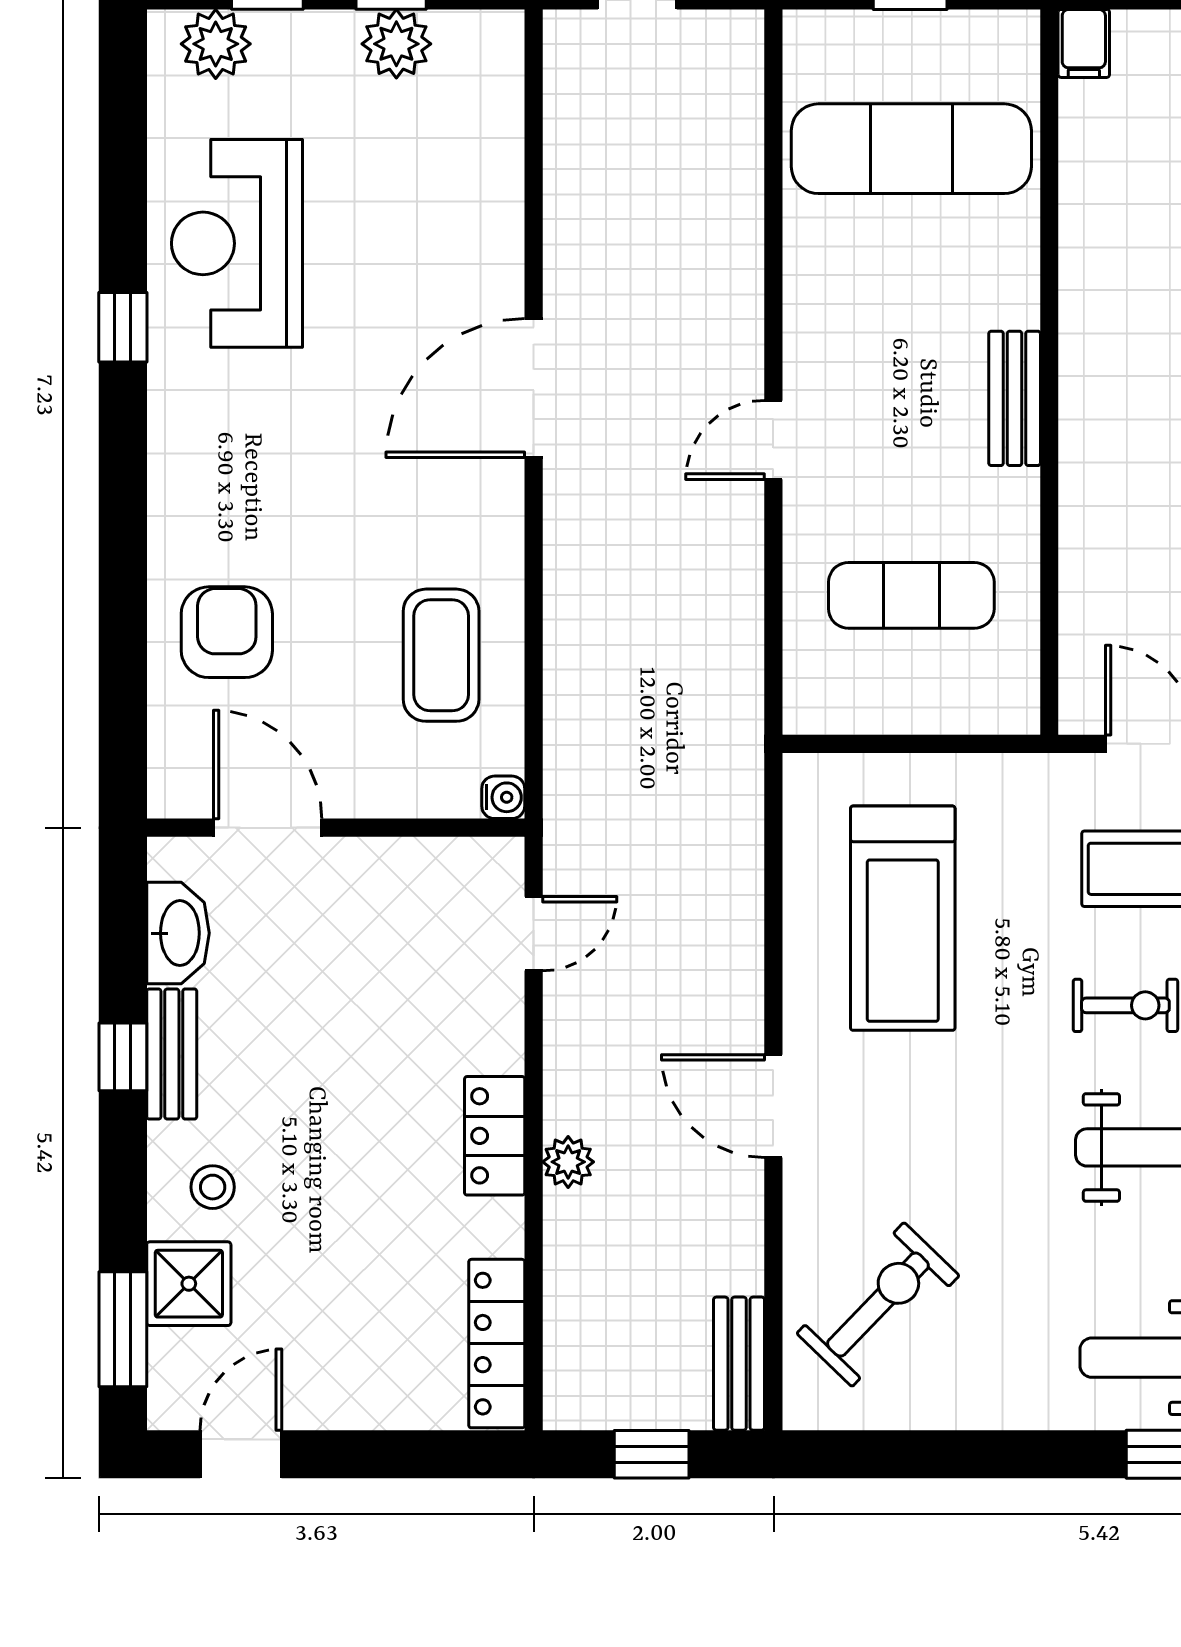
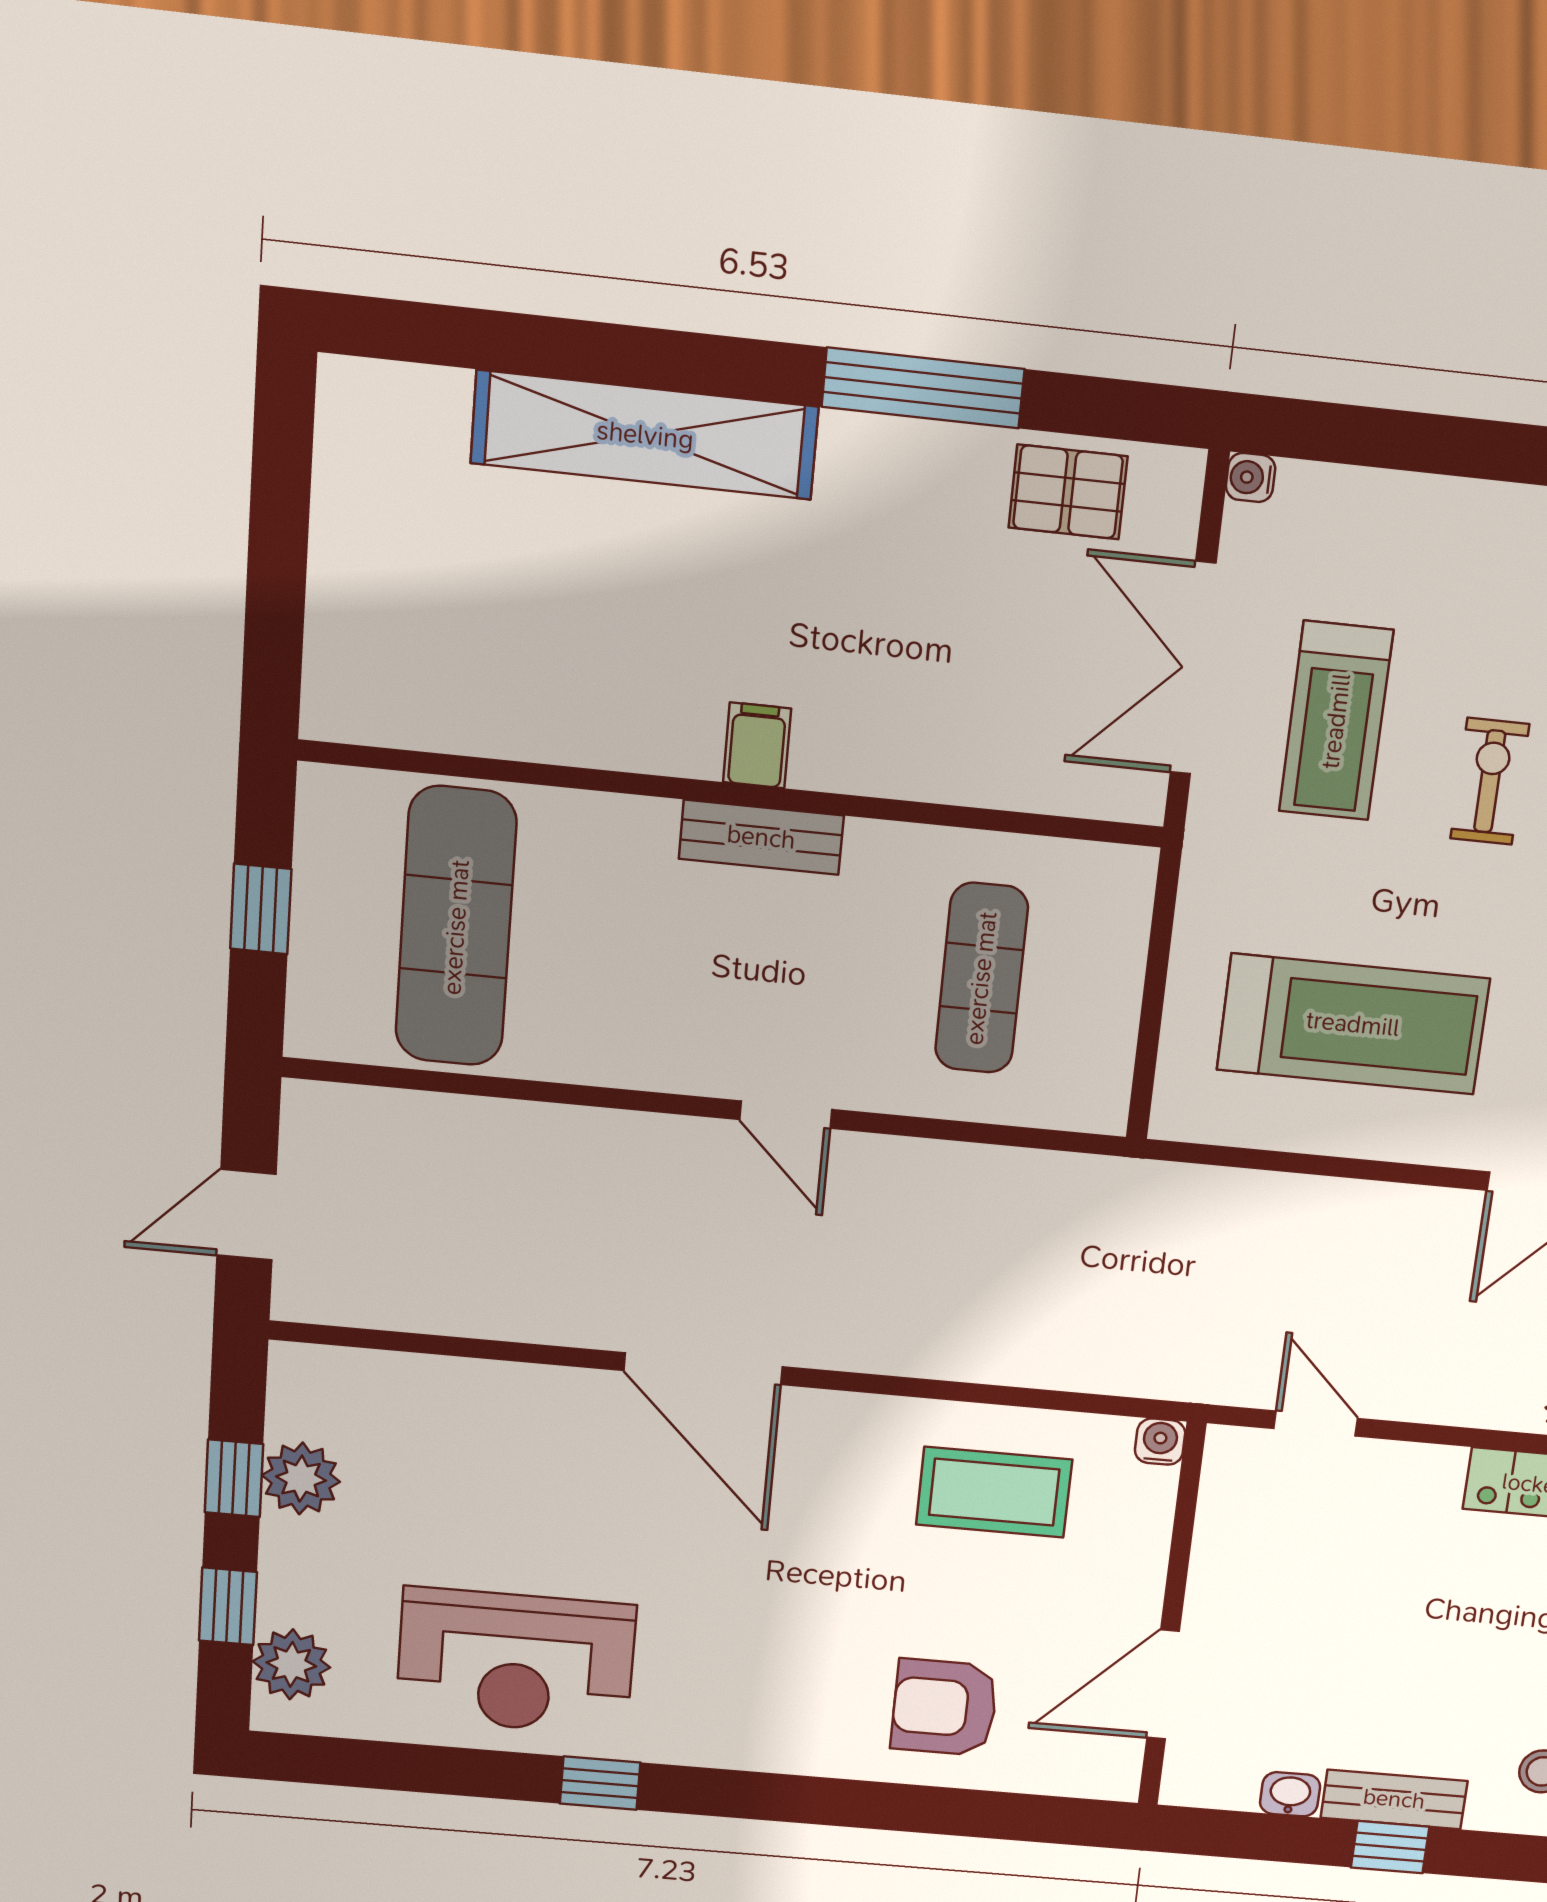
filing cabinet: (1084, 43) -> (757, 745), moved, turned -90
washbasin: (178, 933) -> (1290, 1794), width x0.52, depth x0.69

